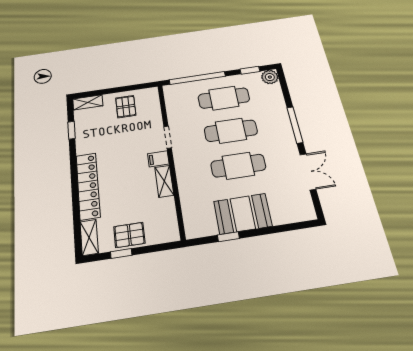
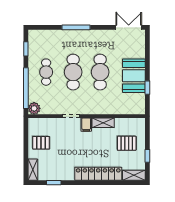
plant: (270, 77) -> (34, 108), moved
cafe table: (224, 98) -> (46, 72), width x0.73, depth x0.74
double door: (308, 172) -> (129, 27), moved
pallet: (129, 235) -> (127, 143), moved, turned 90

